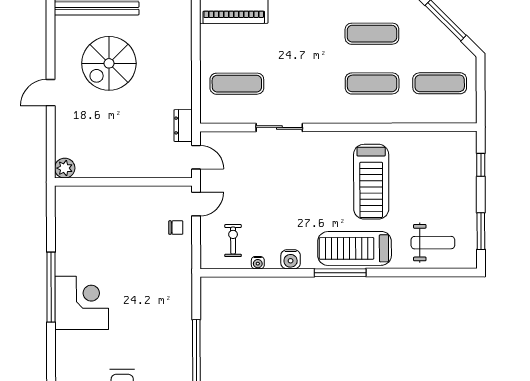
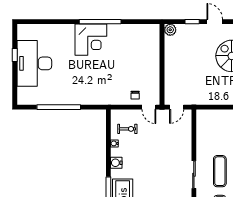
exercise mat: (237, 84) -> (220, 171), moved
dresser: (183, 126) -> (195, 100), removed
sliding door: (279, 127) -> (194, 175), moved
window: (51, 131) -> (192, 22), added

